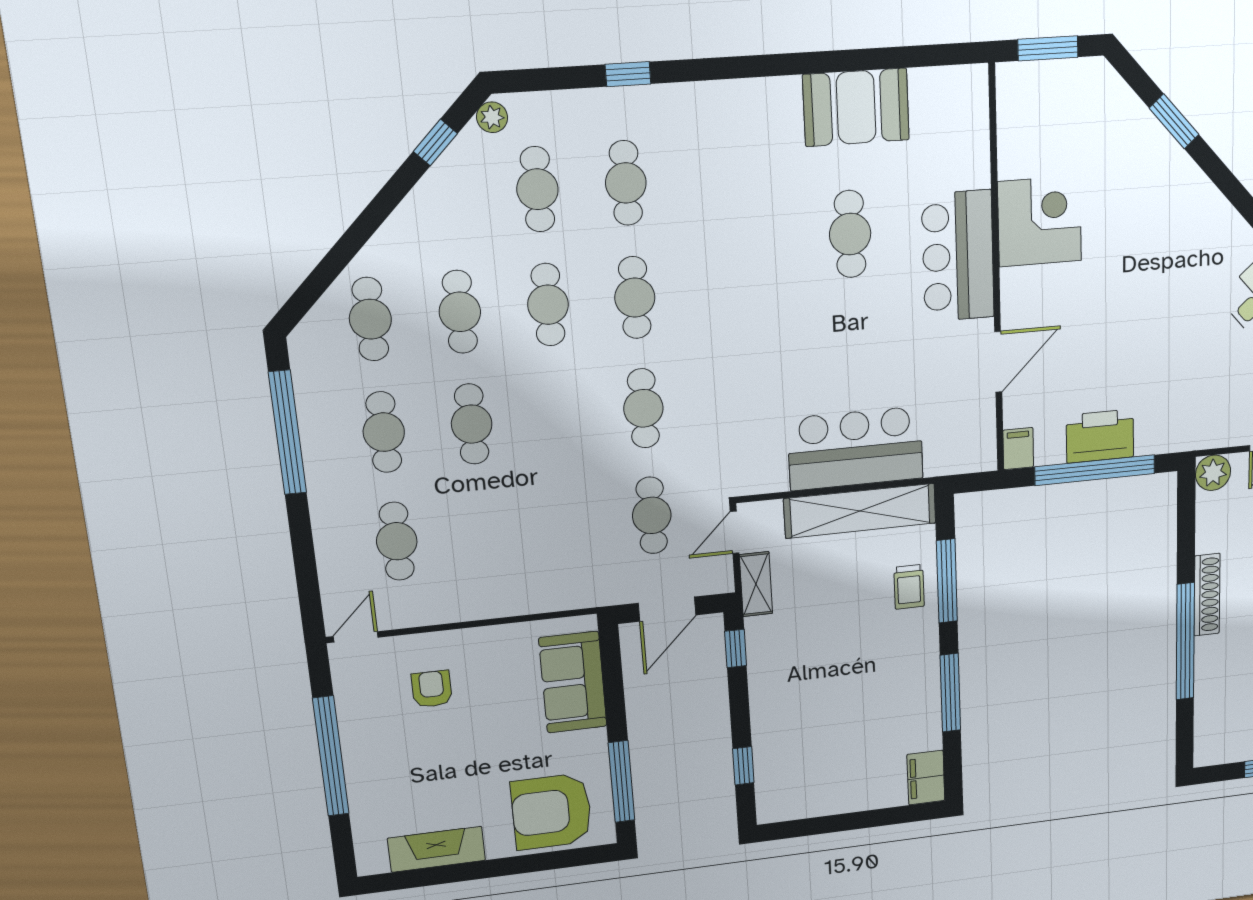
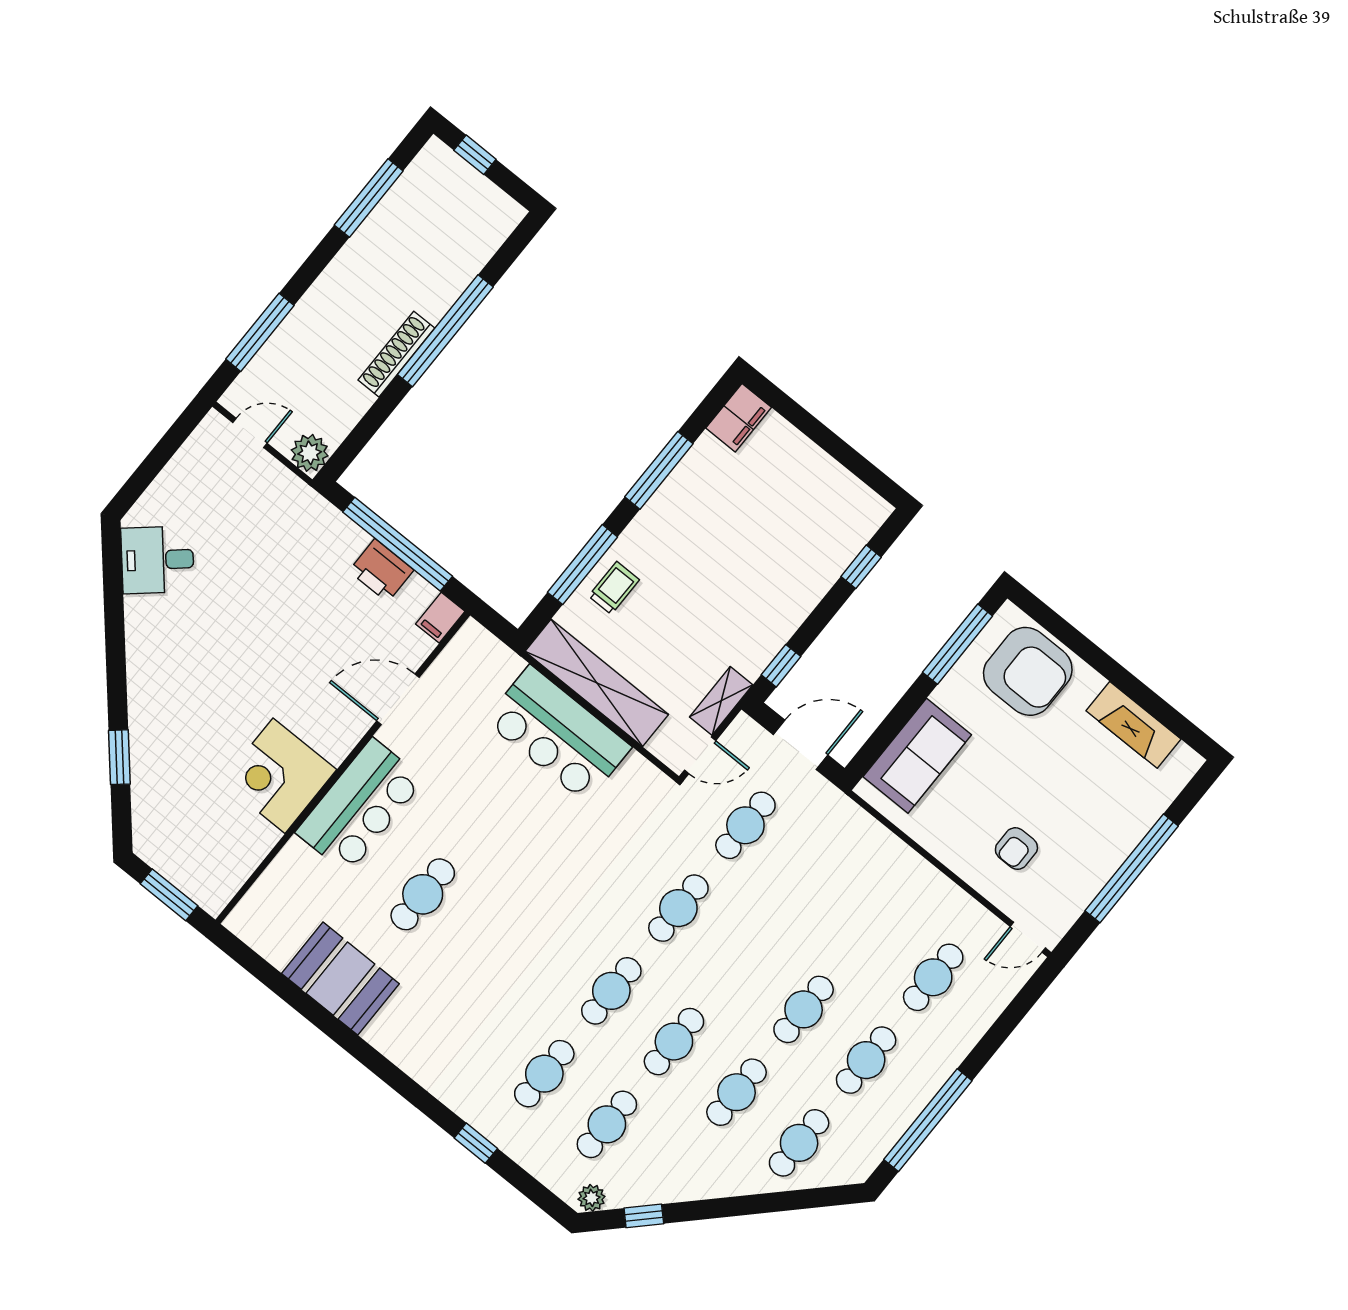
printer: (1100, 436) -> (381, 570), width x0.73, depth x0.84

